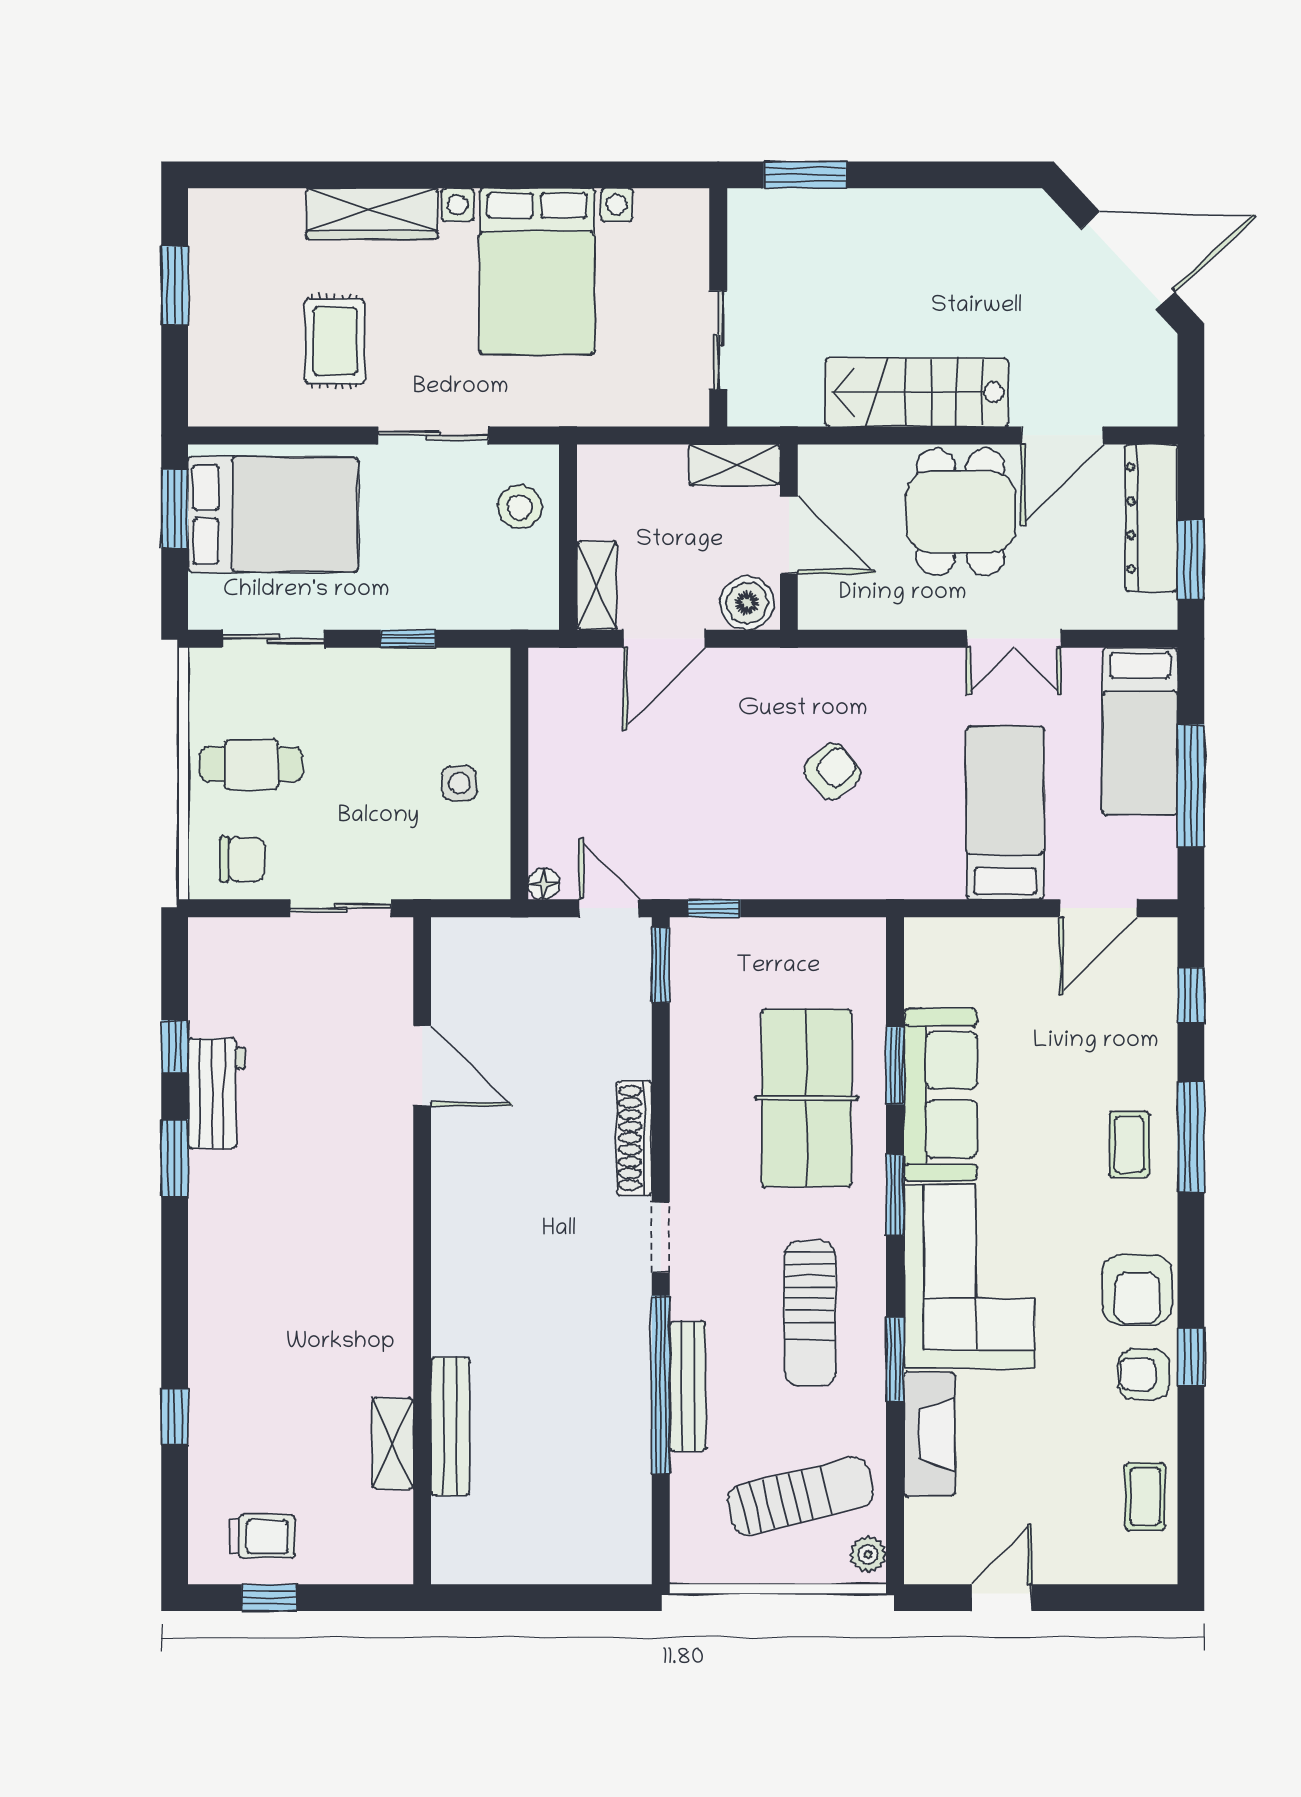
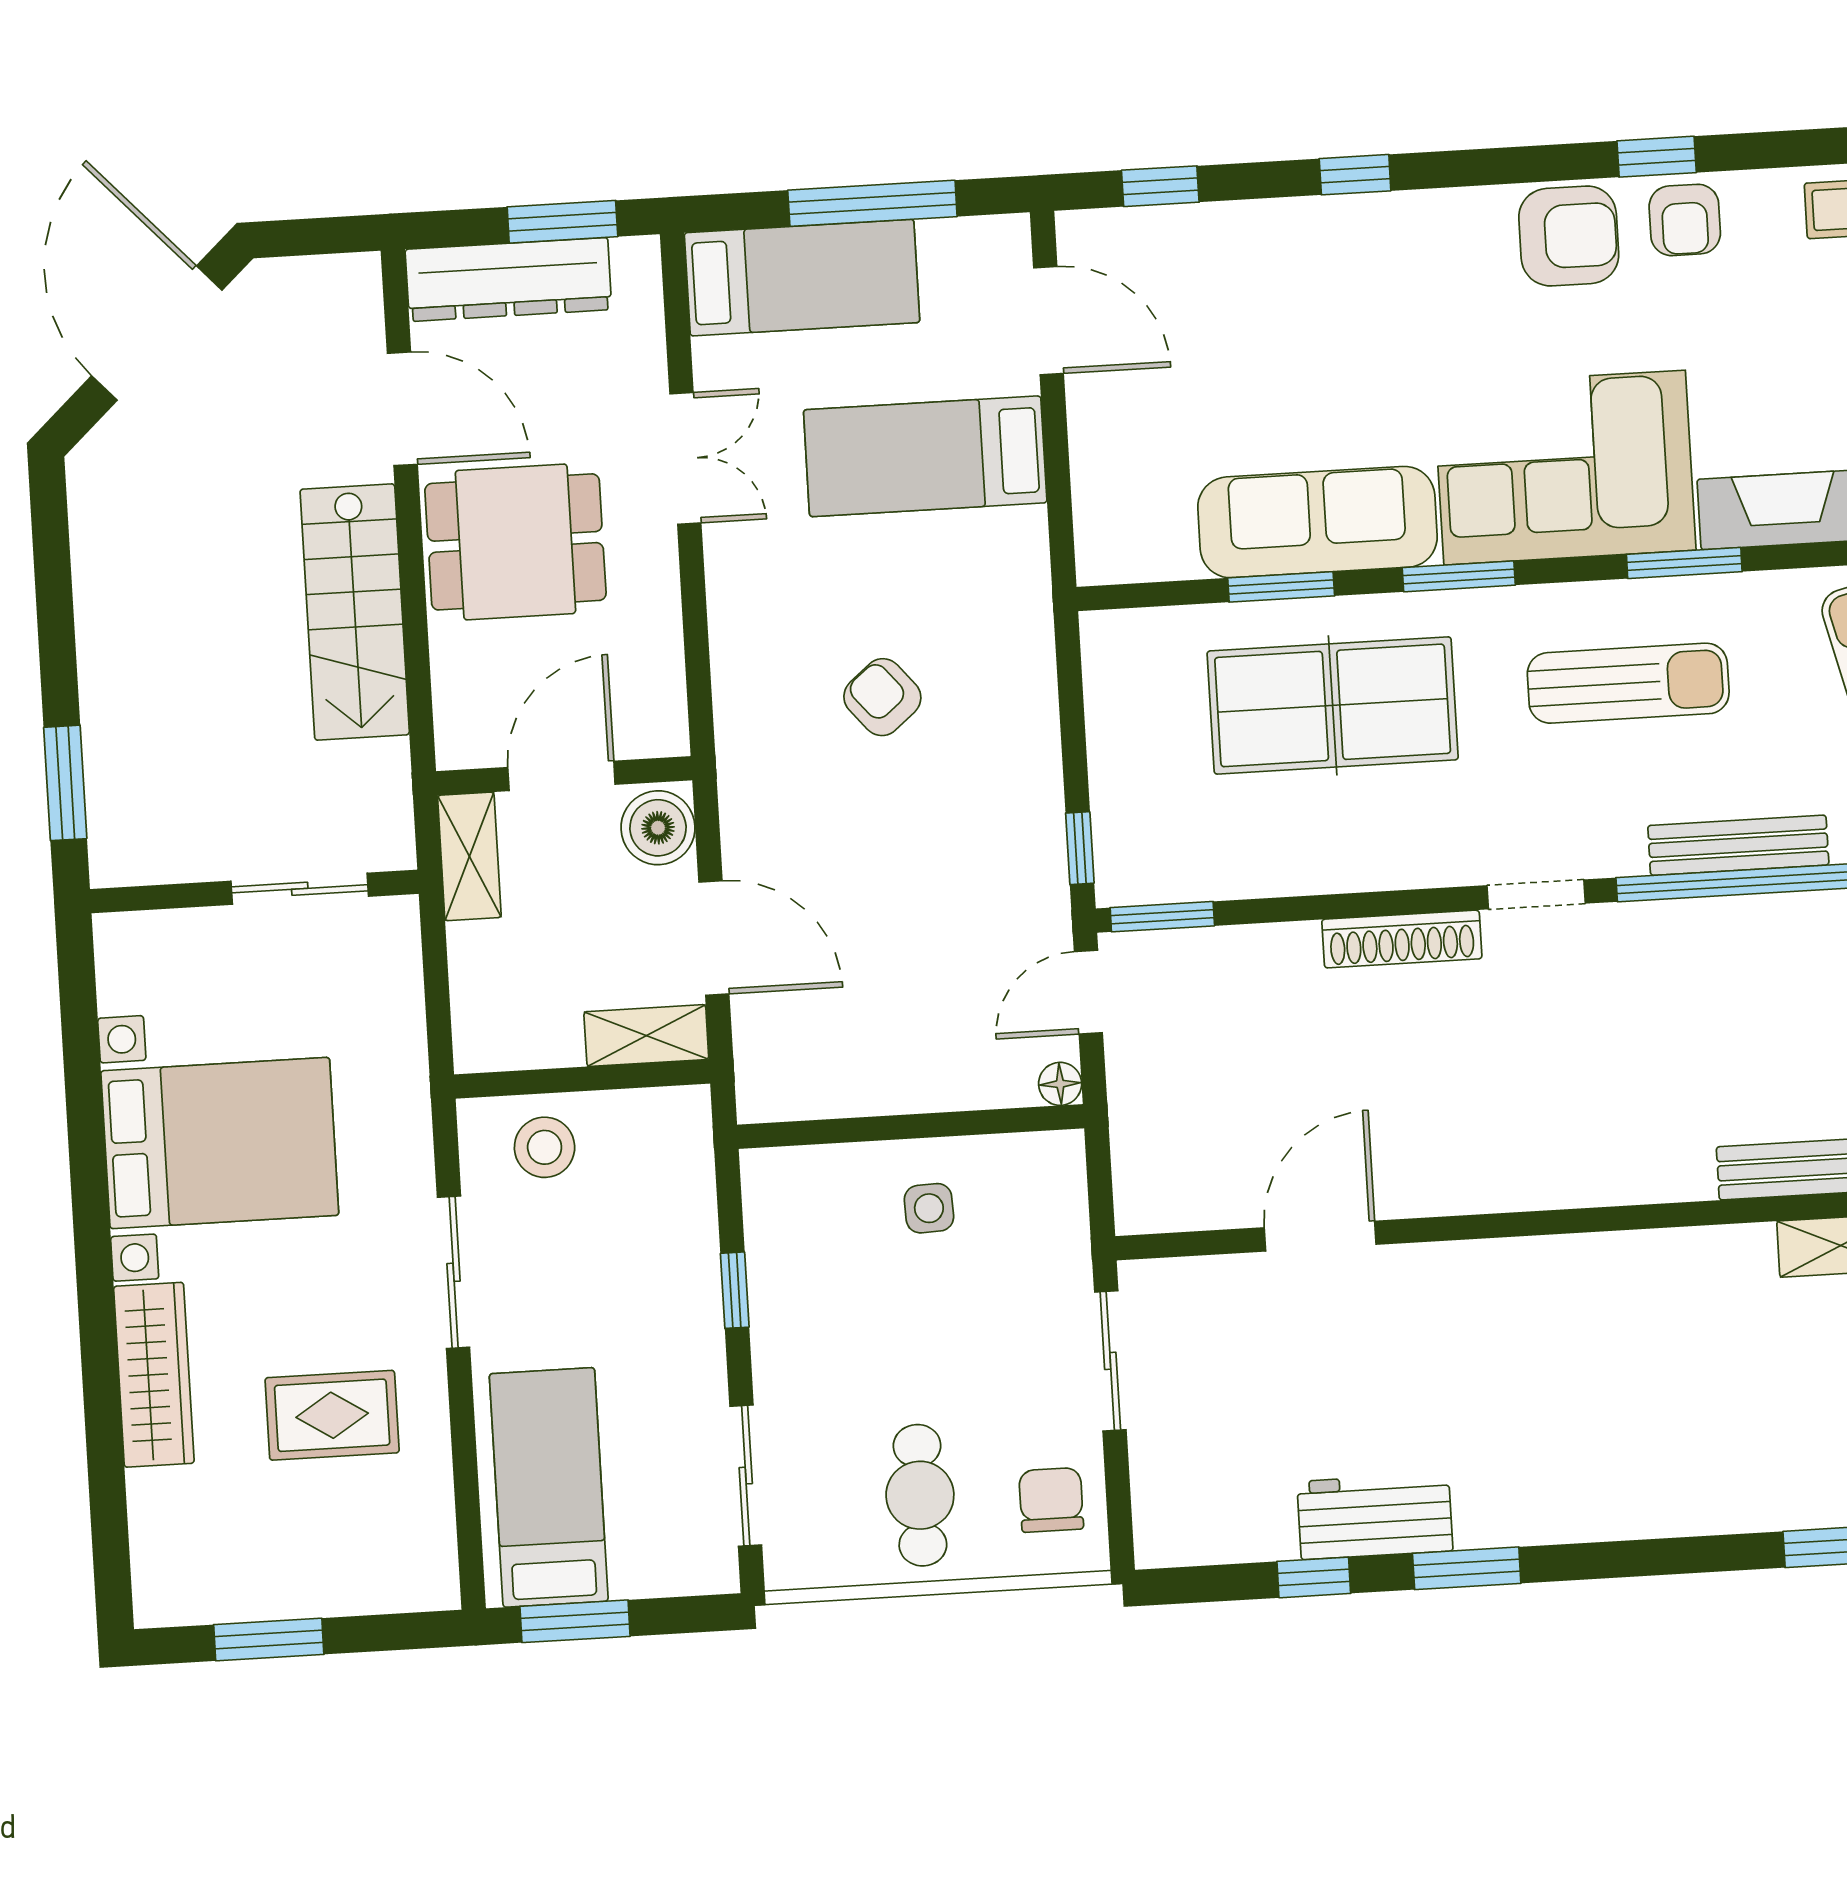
bed: (273, 514) -> (549, 1487), width x0.67
window: (1191, 1137) -> (1355, 175), width x0.46
coffee table: (1129, 1145) -> (1370, 259), removed

